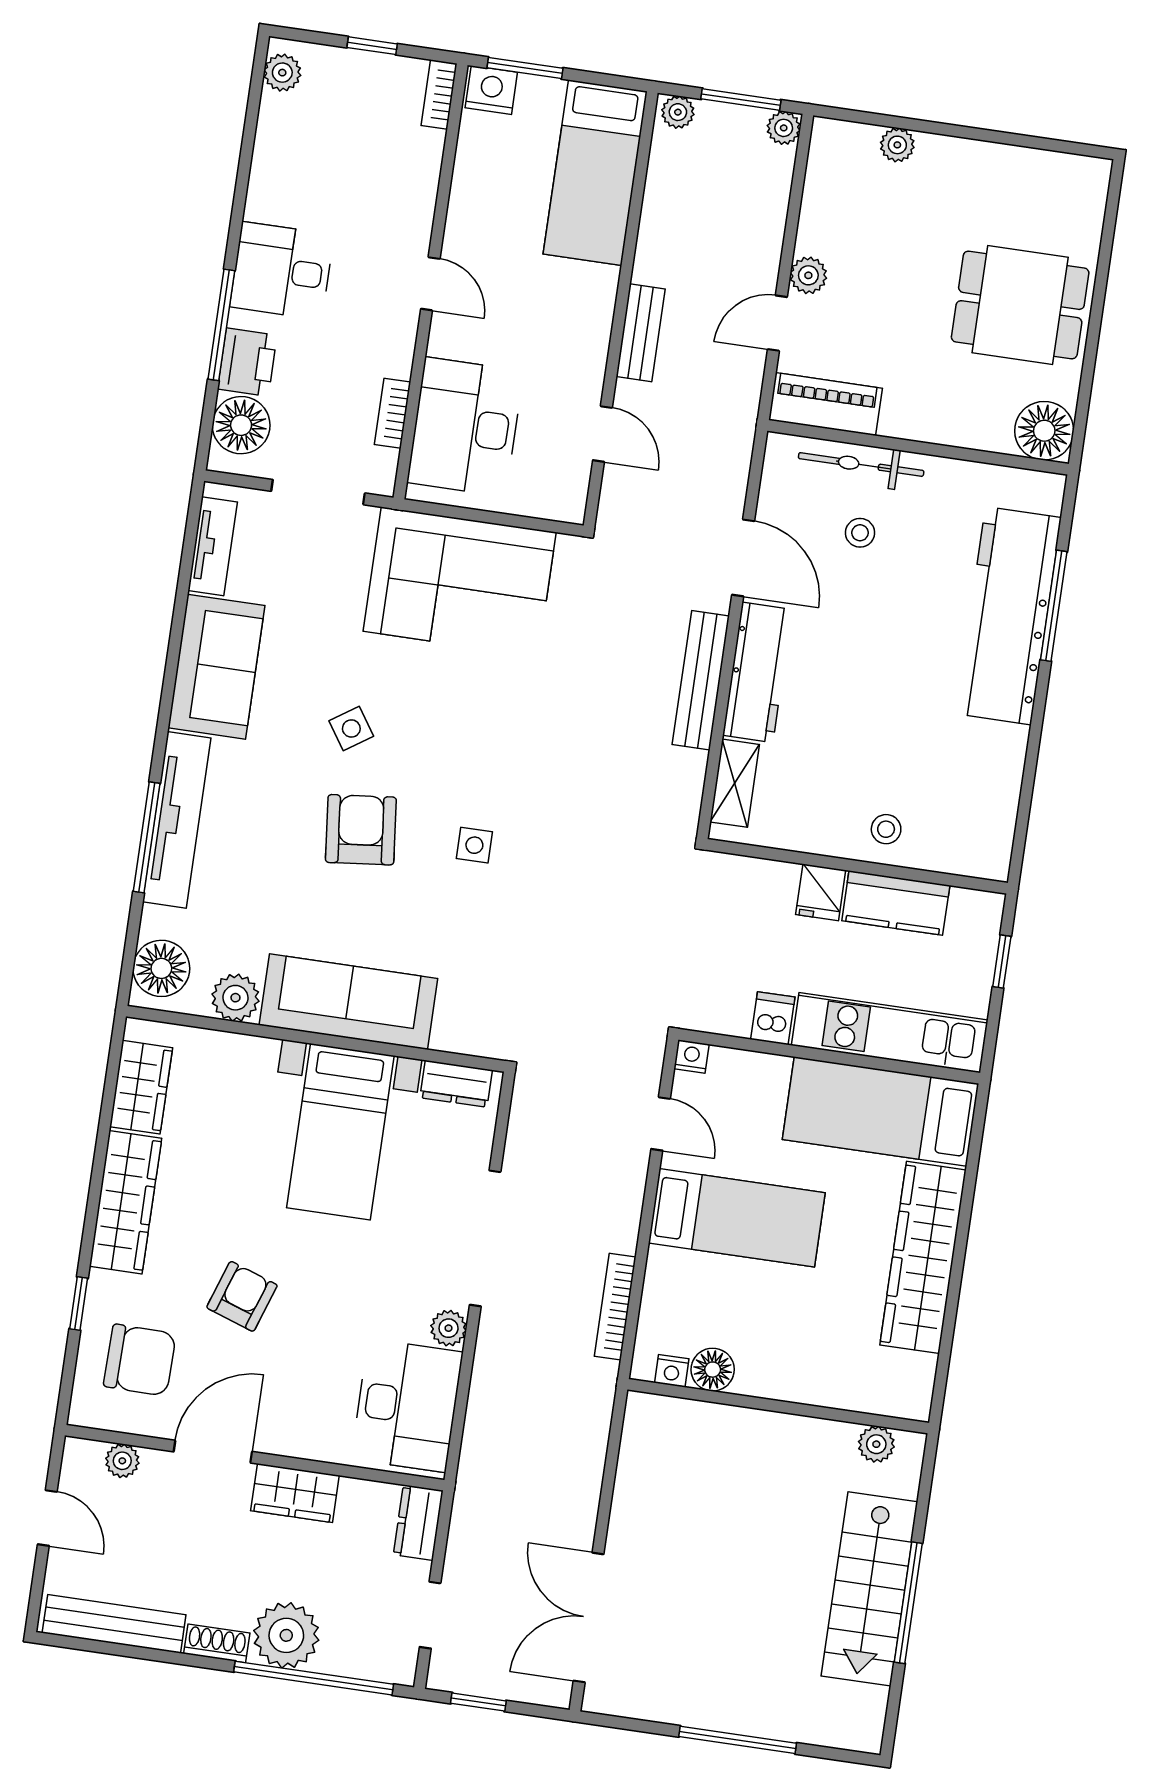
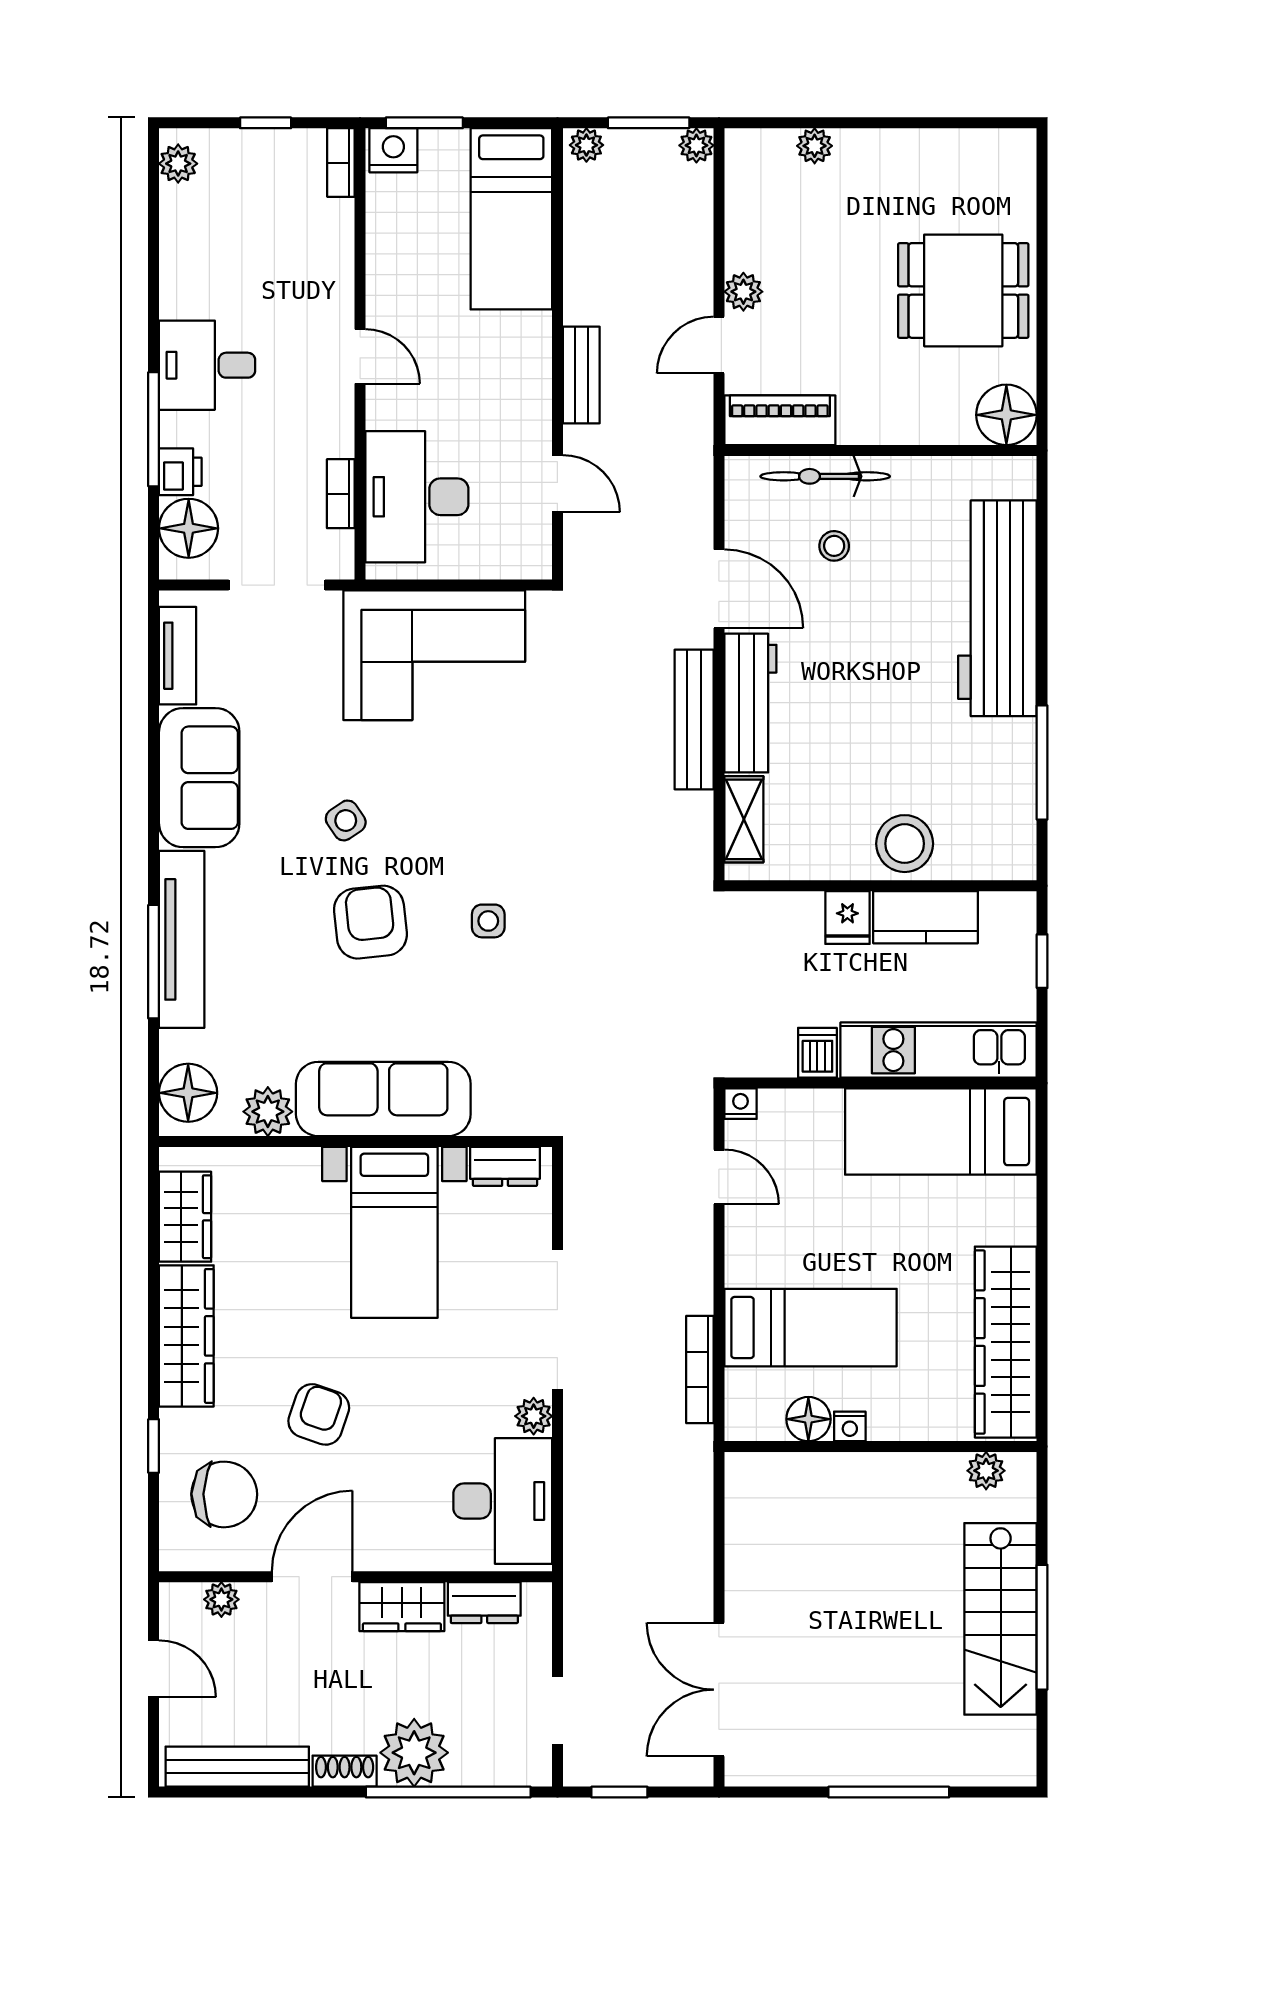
printer: (247, 362) -> (180, 472), width x0.73, depth x0.81
window: (1054, 606) -> (1042, 763), moved
stool: (886, 829) -> (905, 844), width x1.89, depth x1.89
bed: (737, 1218) -> (811, 1328), moved
wardrobe: (923, 1257) -> (1006, 1342), moved
nightstand: (672, 1371) -> (850, 1426), moved
dresser: (418, 1523) -> (484, 1603), moved, turned -90

